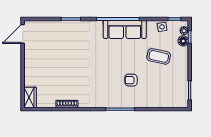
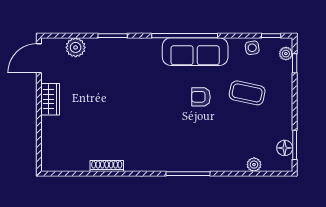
plant: (47, 27) -> (76, 47), added
floor lamp: (183, 41) -> (285, 148), moved
armchair: (131, 80) -> (201, 97), moved
wardrobe: (30, 97) -> (50, 99), moved
plant: (163, 103) -> (254, 165), added

